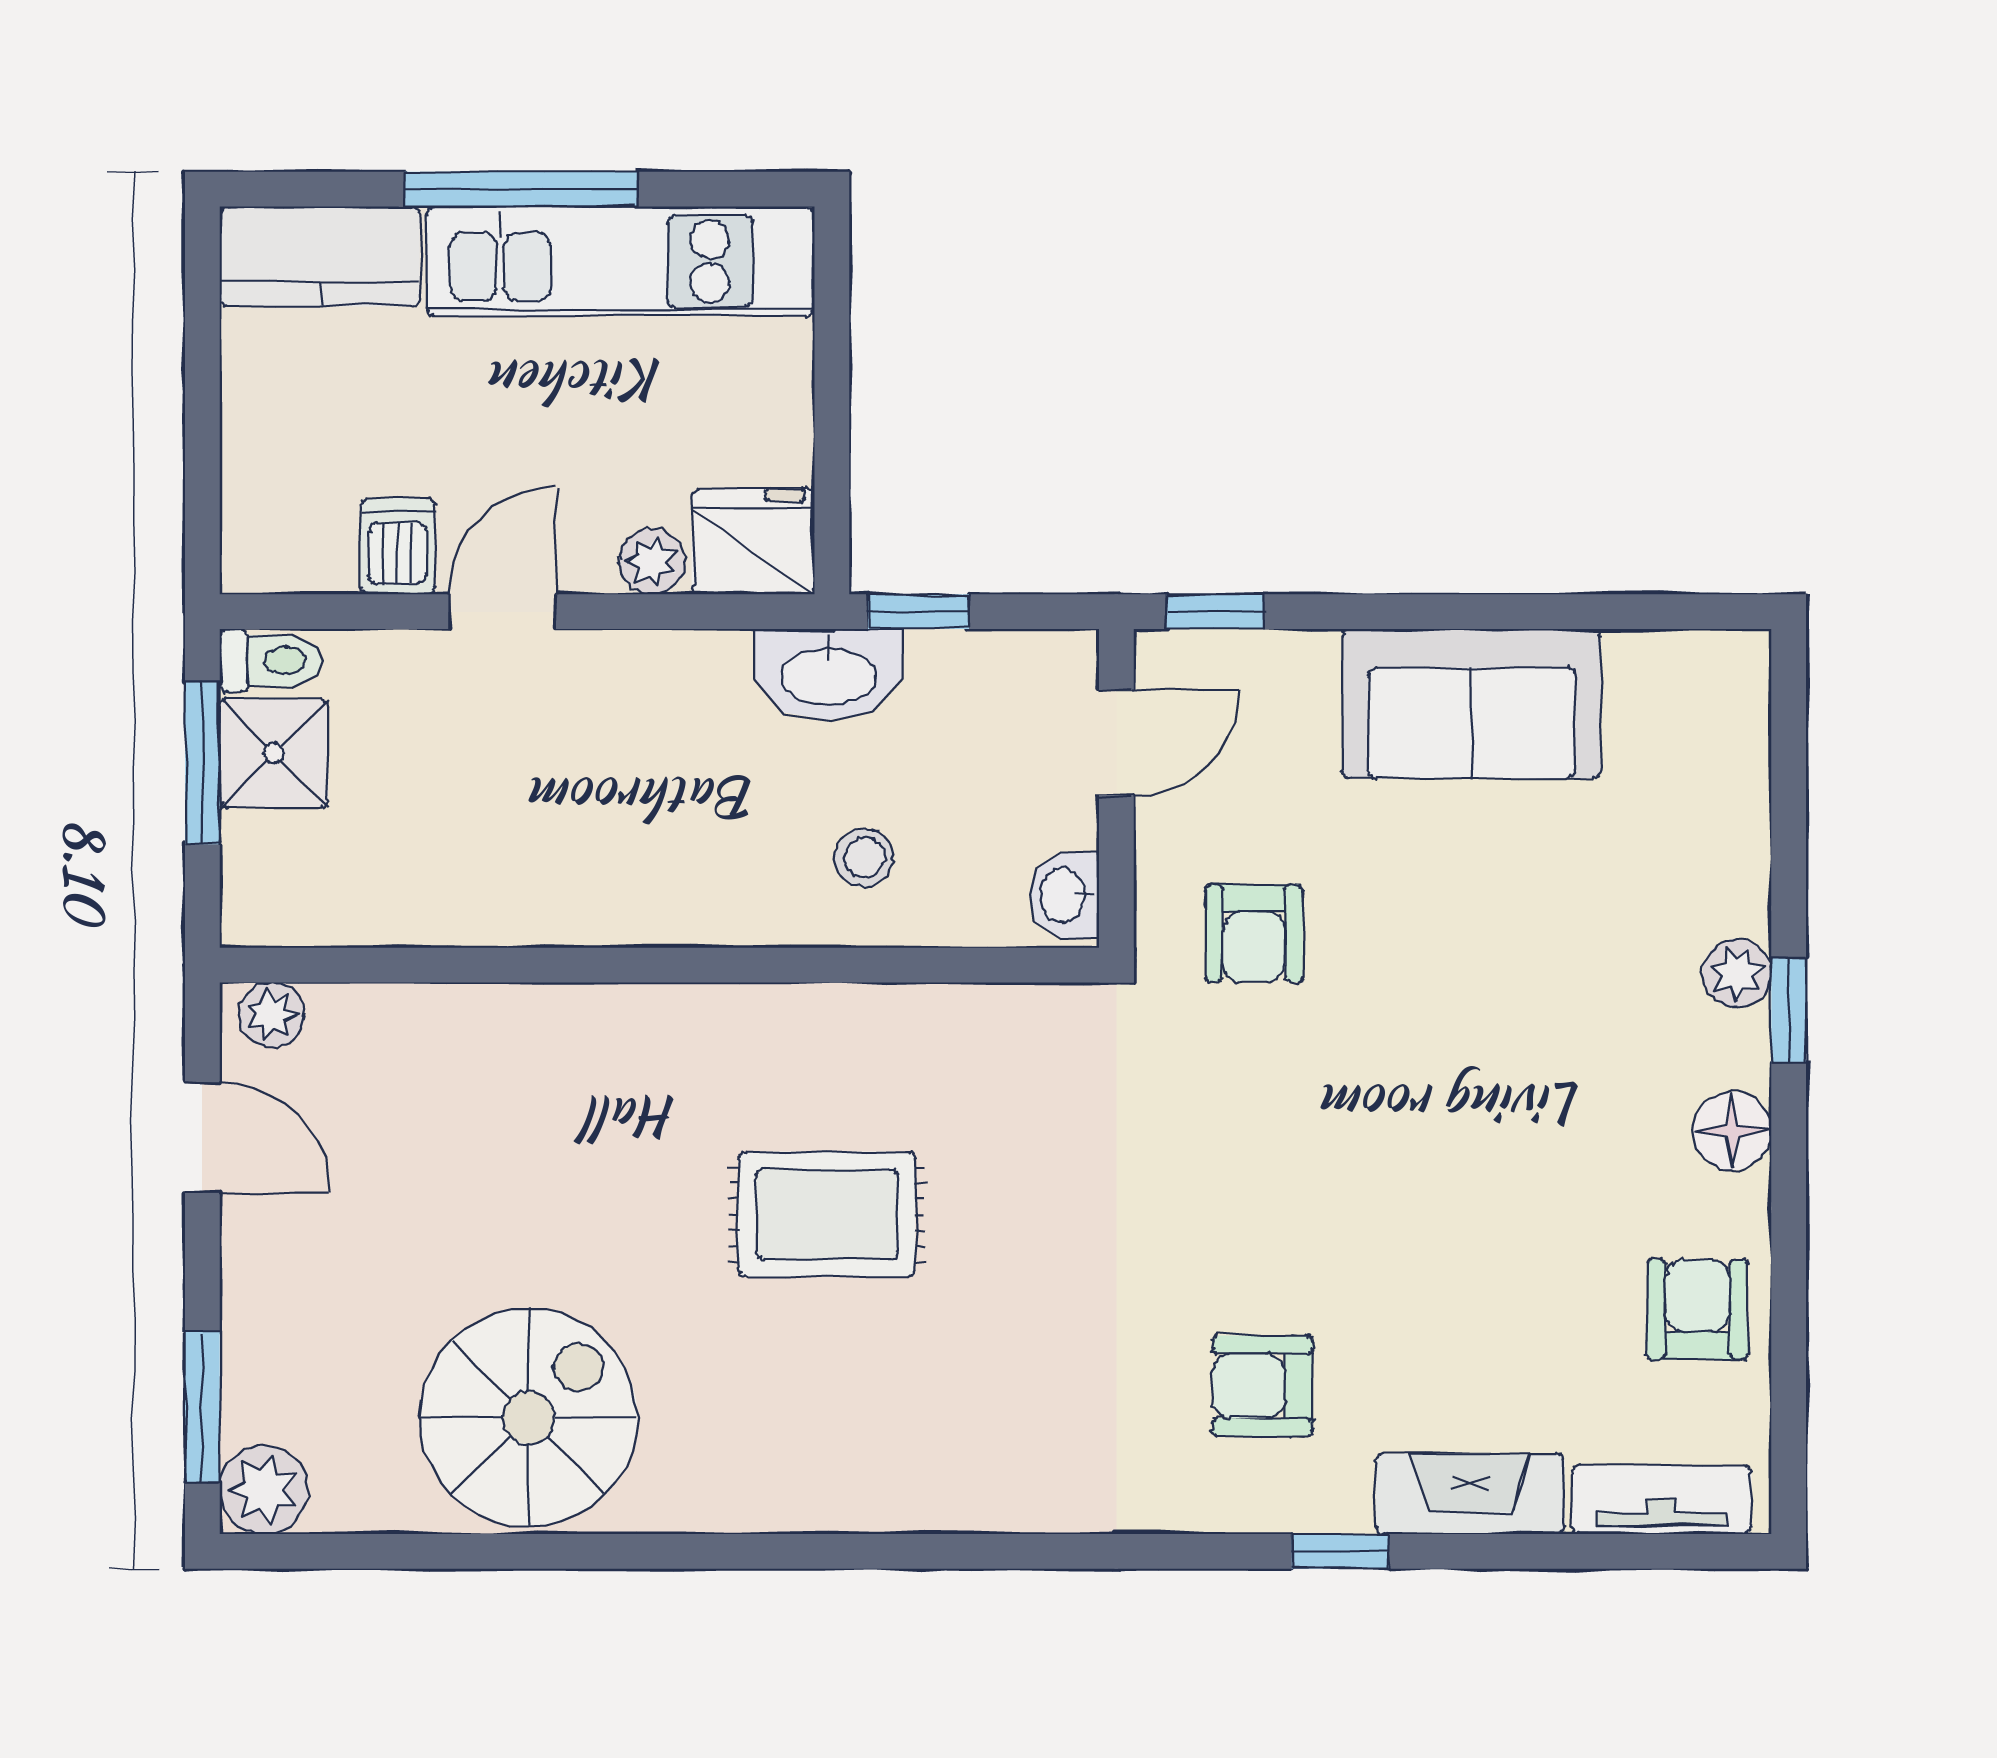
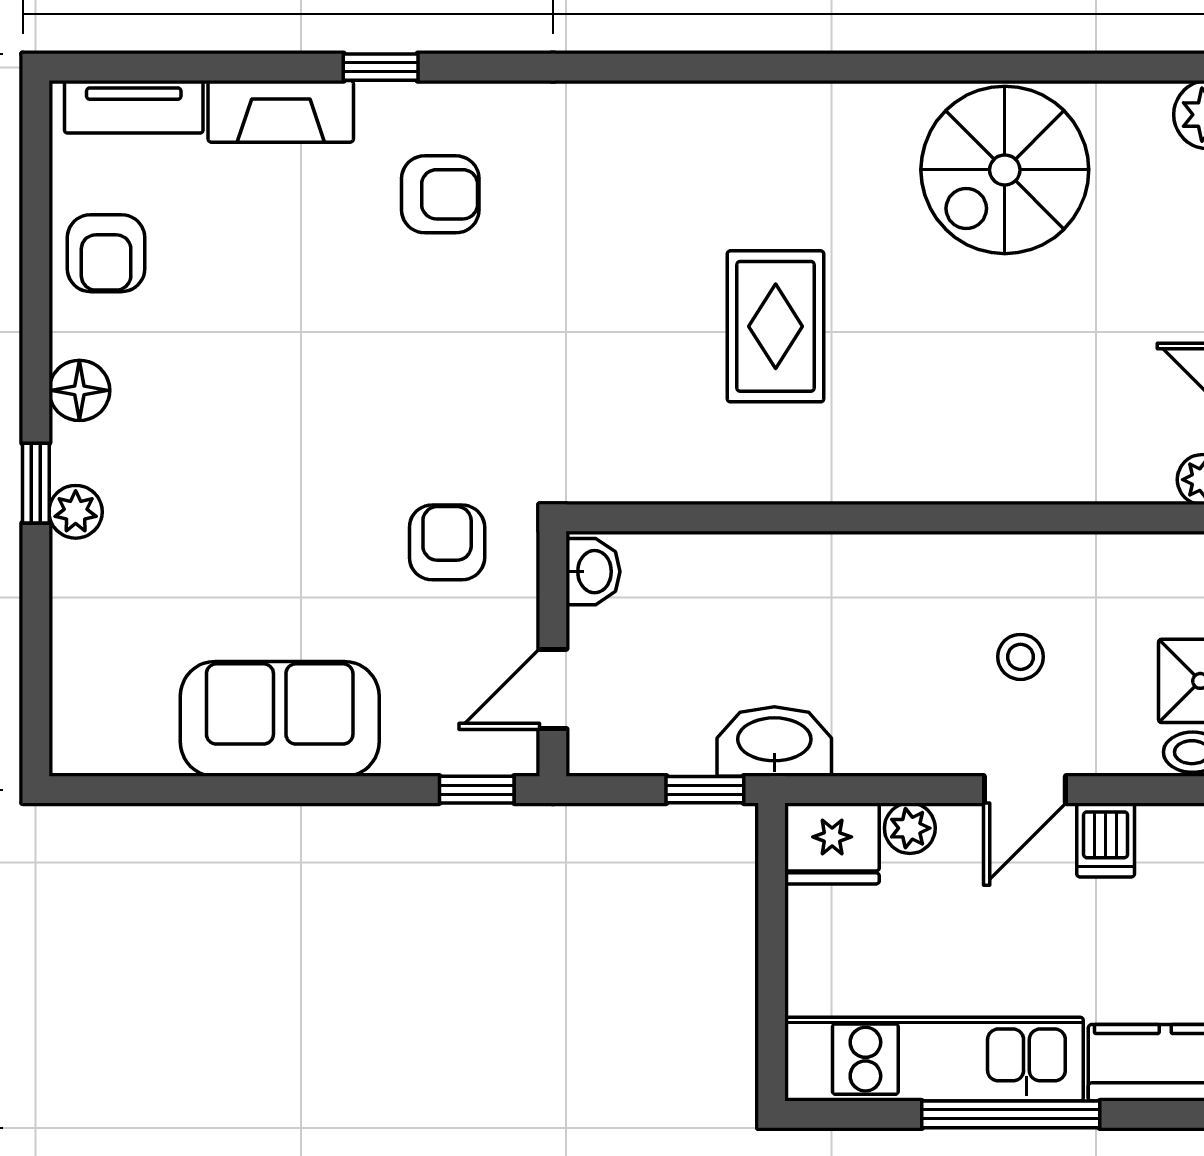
stool: (864, 858) -> (1020, 657), moved
rug: (827, 1214) -> (776, 326), turned 90

